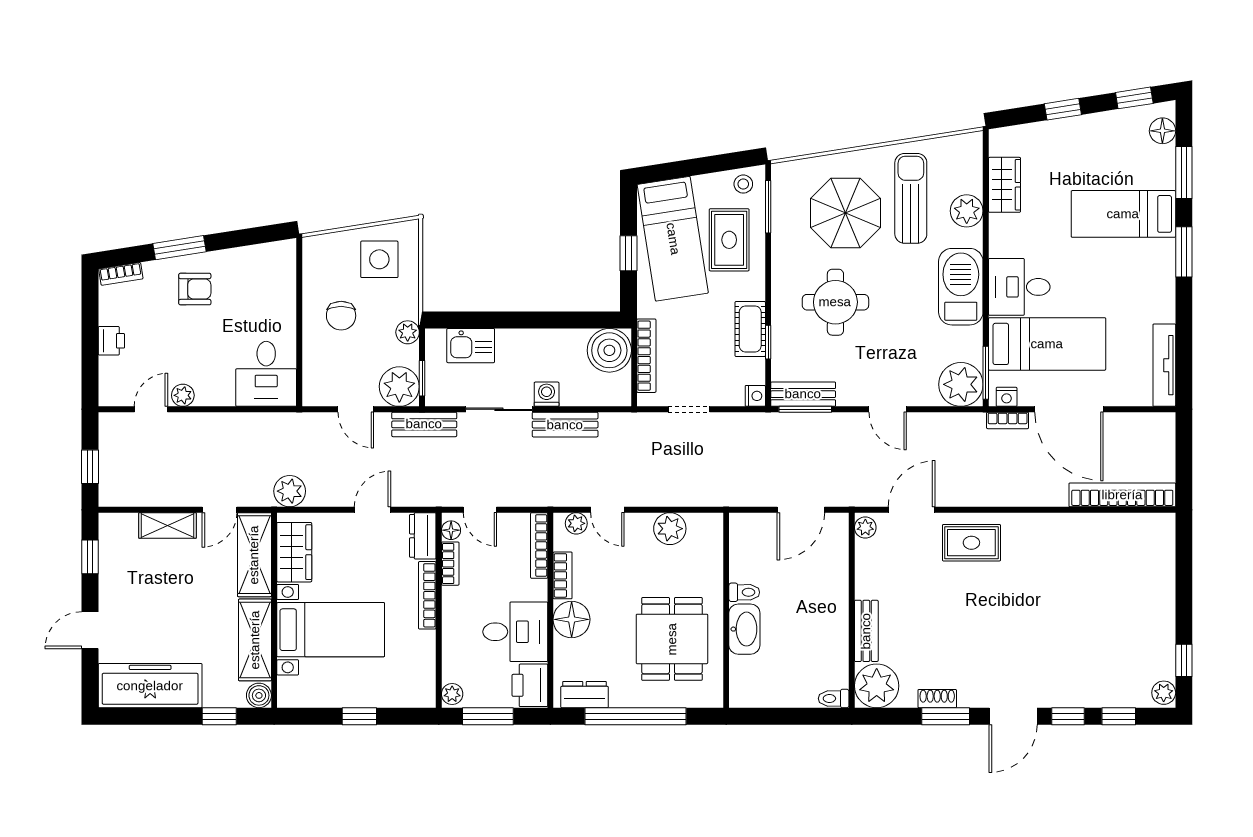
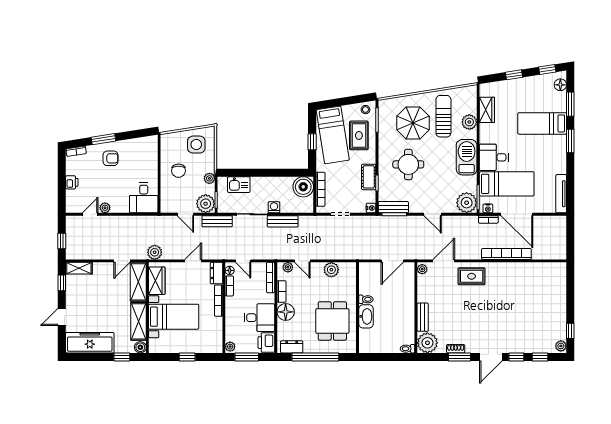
bookcase: (1122, 495) -> (506, 254), moved
shelving: (167, 525) -> (79, 268), moved

